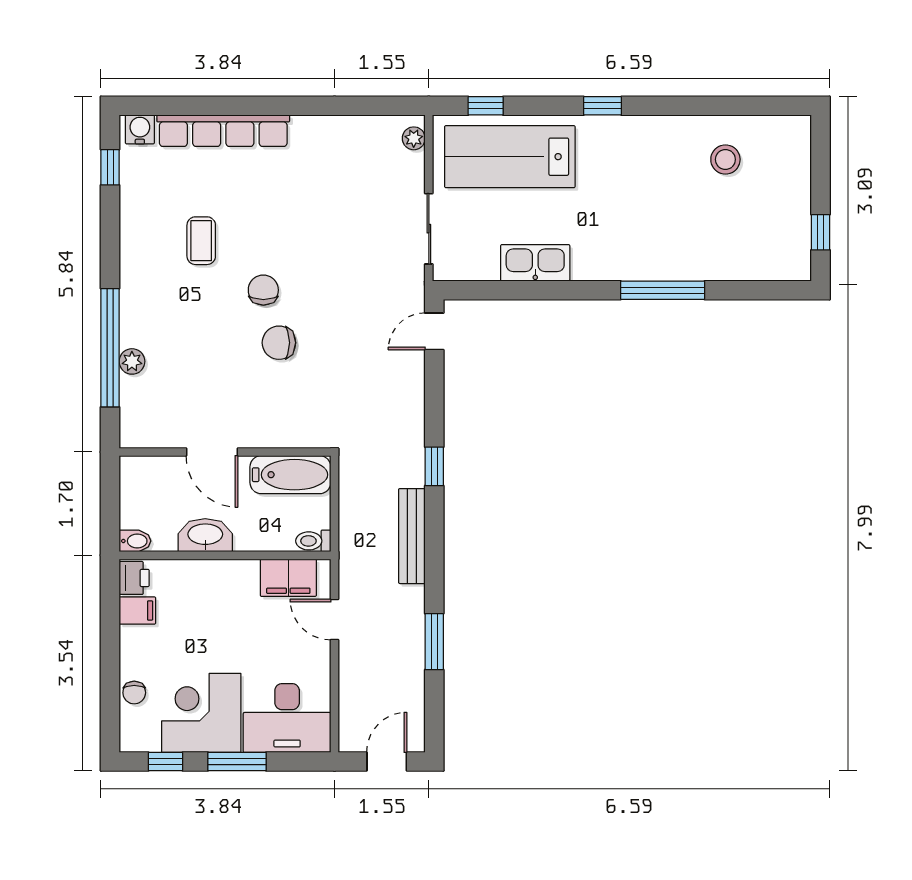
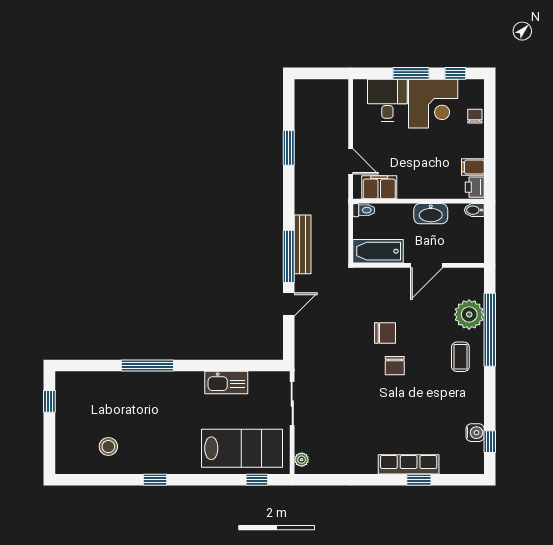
window: (224, 106) -> (419, 480), added
window: (603, 106) -> (155, 480), moved
water cooler: (140, 129) -> (475, 433), moved, turned -90
row of seats: (223, 131) -> (409, 464), width x0.73
coffee table: (201, 241) -> (460, 357), moved
door: (434, 331) -> (289, 304), moved
plant: (132, 361) -> (469, 314), width x1.88, depth x1.88
door: (212, 452) -> (427, 265), swing flipped
window: (434, 466) -> (289, 256), width x2.17
bench: (412, 536) -> (303, 244), moved
desk: (287, 718) -> (387, 100), width x0.73
door: (387, 762) -> (318, 73), removed

